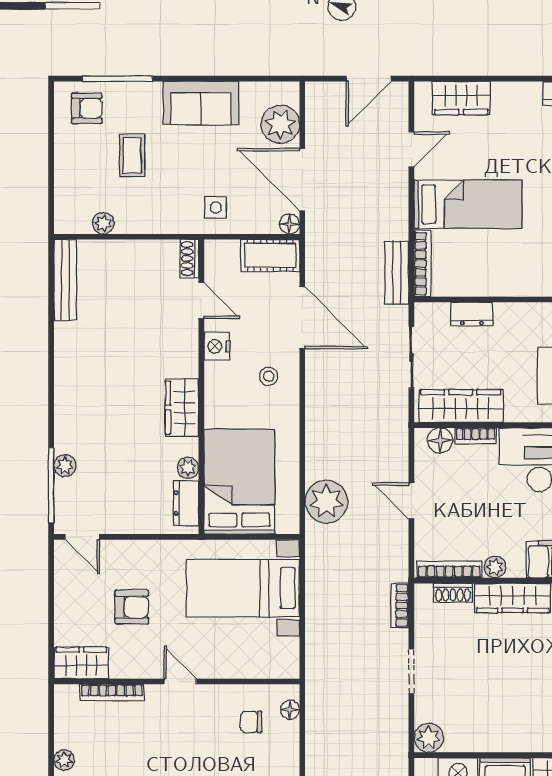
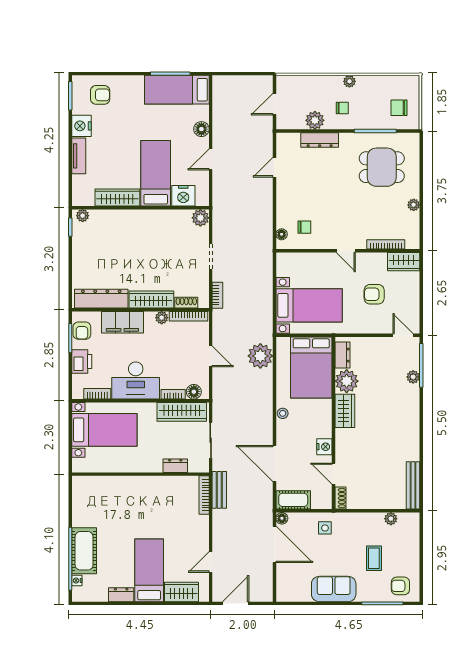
plant: (280, 124) -> (287, 577), removed
bed: (468, 204) -> (149, 570), moved, turned 90
stool: (269, 376) -> (283, 413), moved
plant: (188, 468) -> (347, 381), width x1.87, depth x1.87

